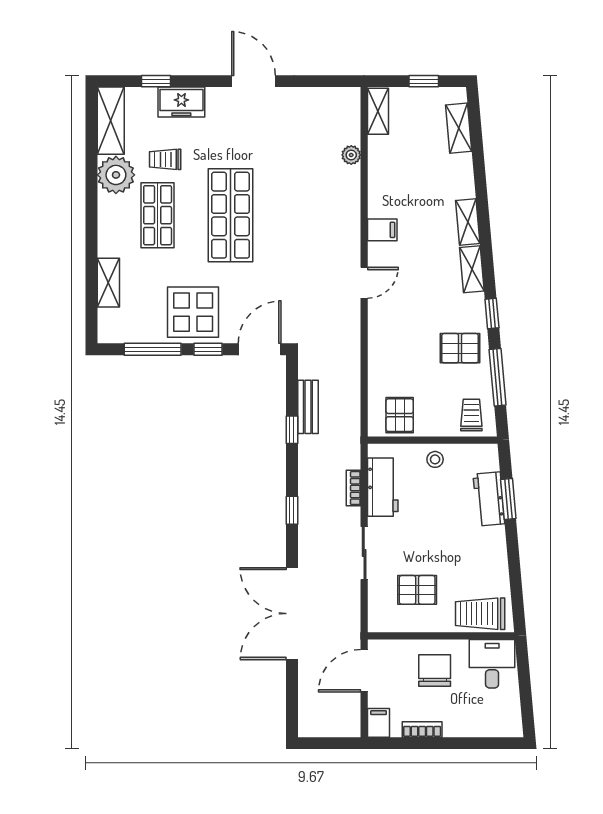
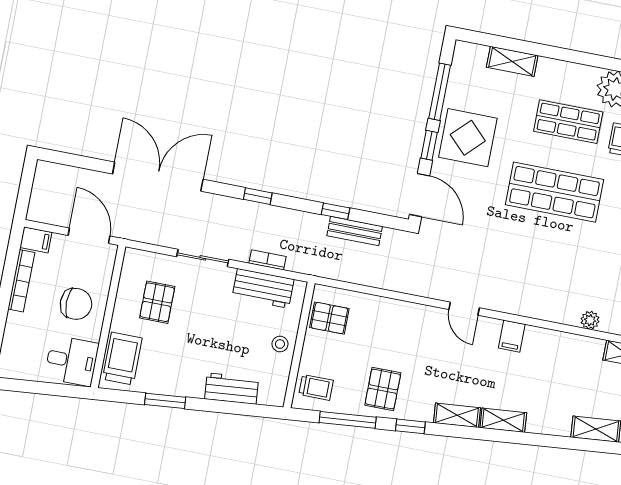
window: (508, 499) -> (165, 401), moved
bookcase: (422, 729) -> (21, 281), width x1.56

